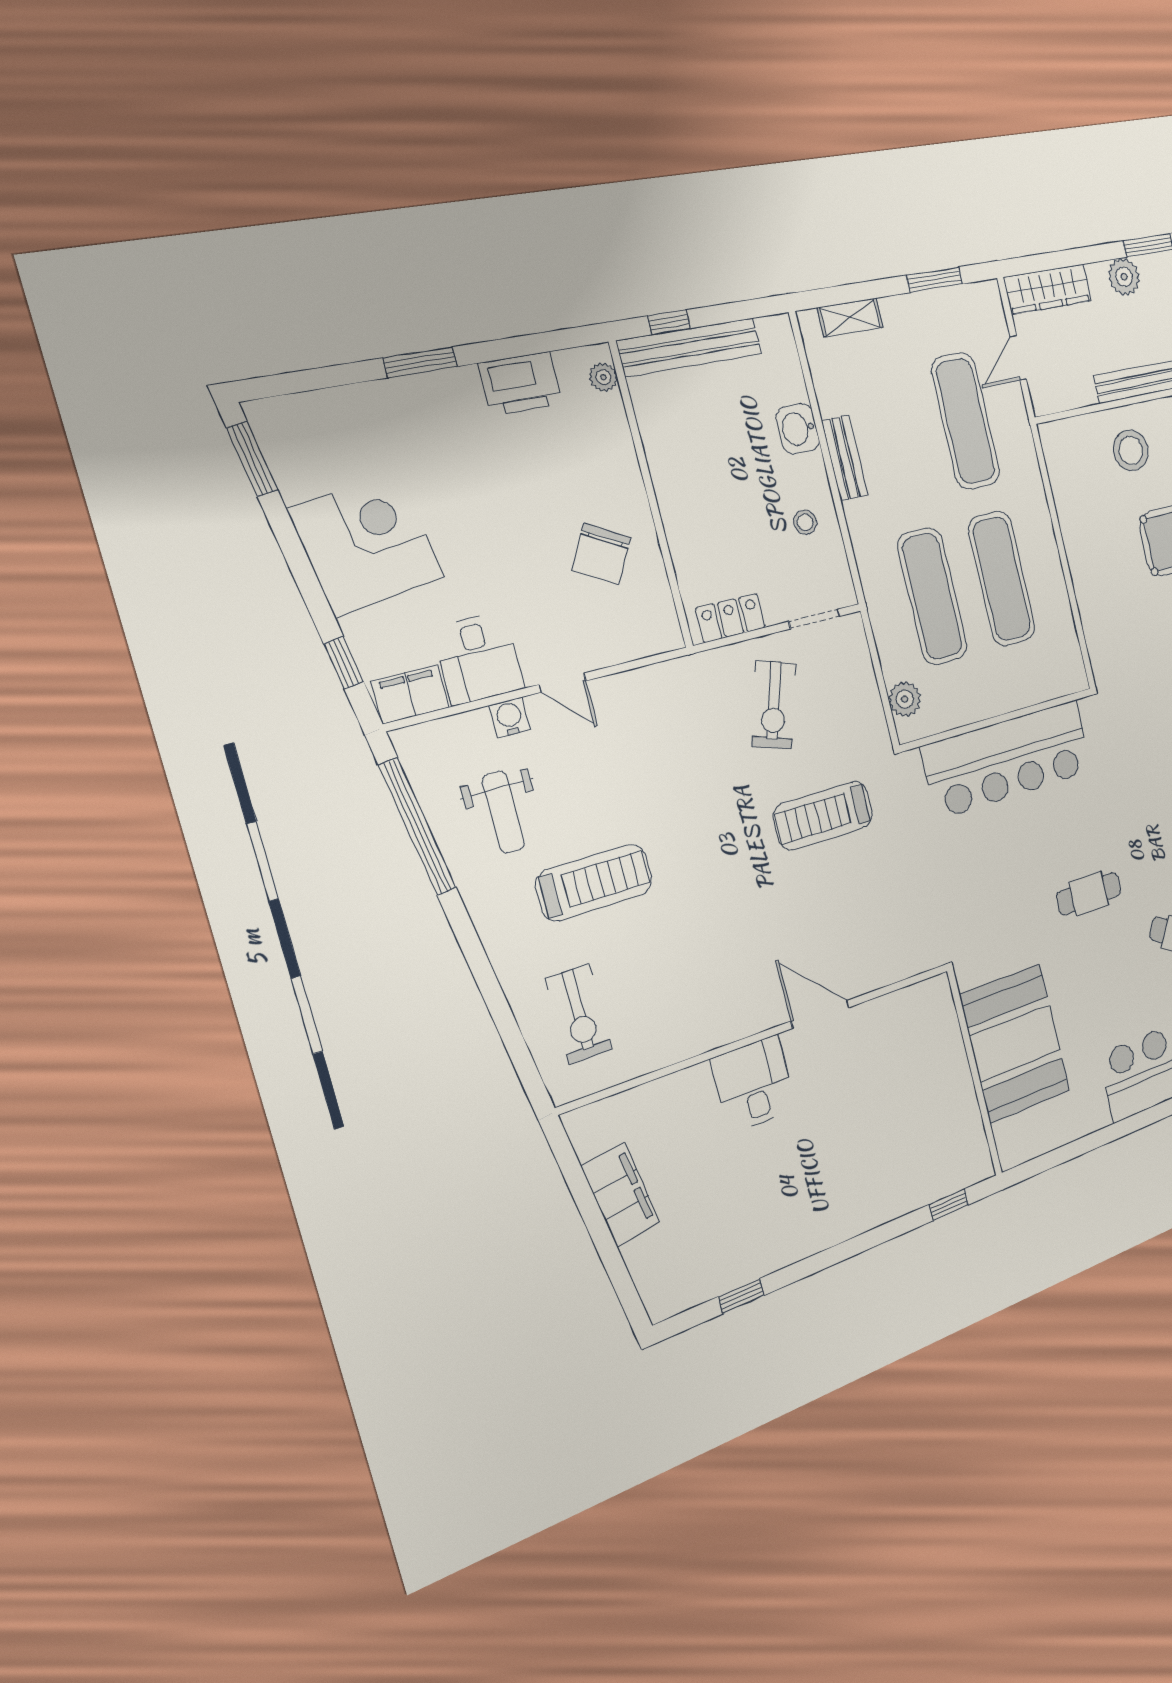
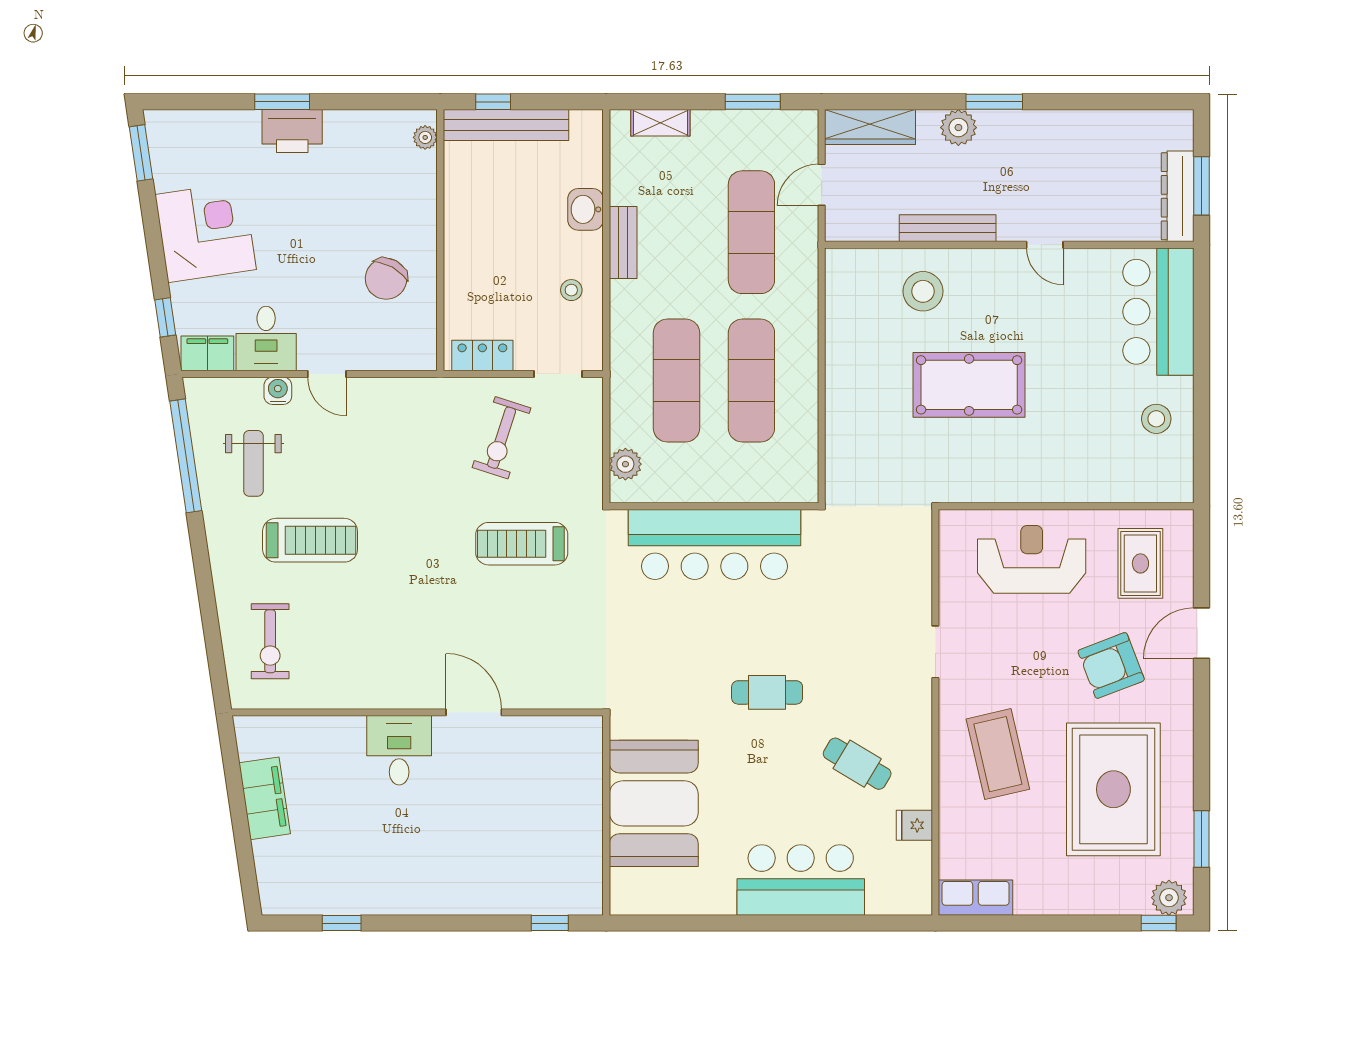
printer: (521, 383) -> (292, 131), moved

